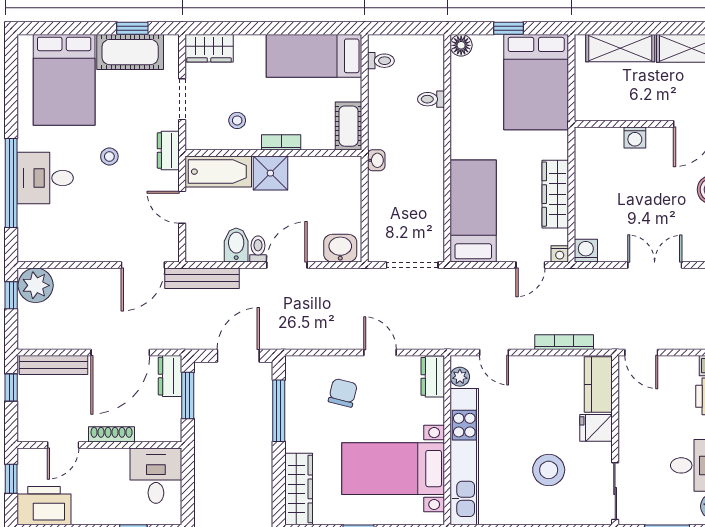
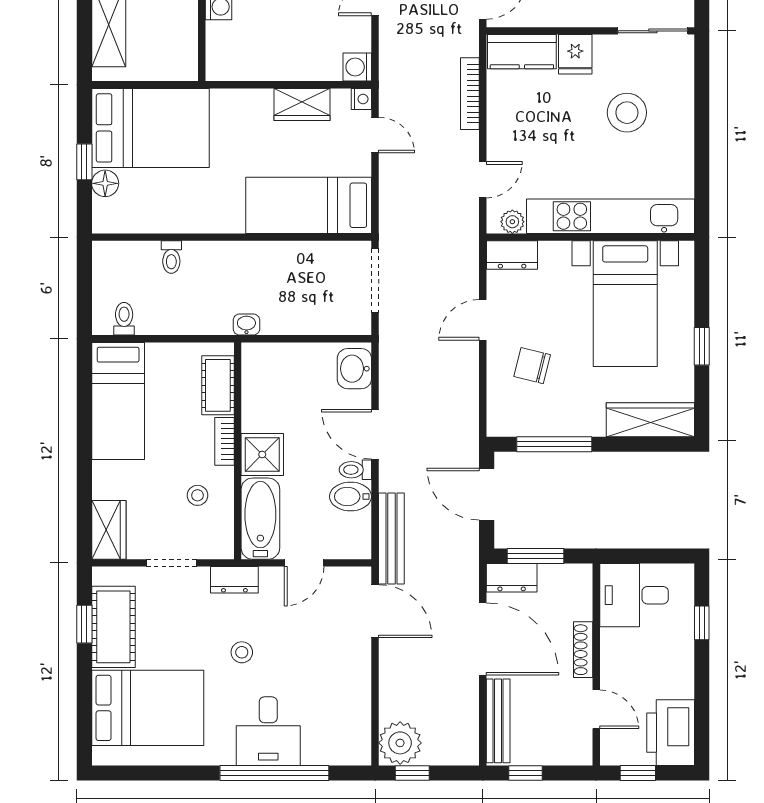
floor lamp: (461, 45) -> (105, 183), moved
cot: (349, 126) -> (218, 385), moved, turned 90
wardrobe: (555, 194) -> (302, 104), width x0.67

